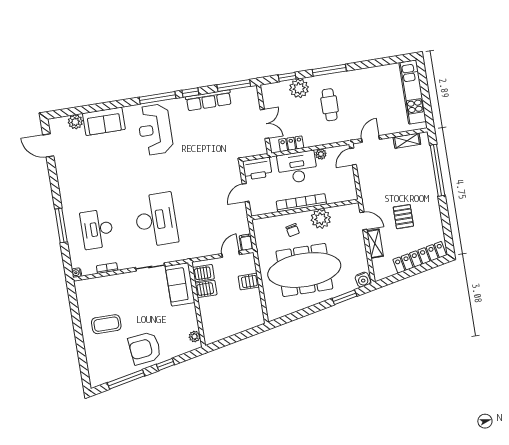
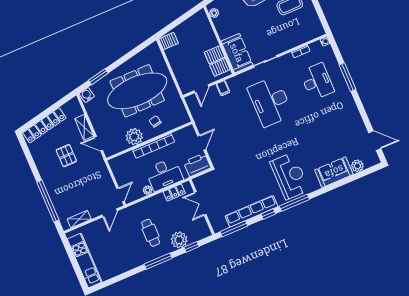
row of seats: (209, 100) -> (252, 211), width x1.36
filing cabinet: (246, 242) -> (223, 88), moved
server rack: (249, 282) -> (169, 41), moved

